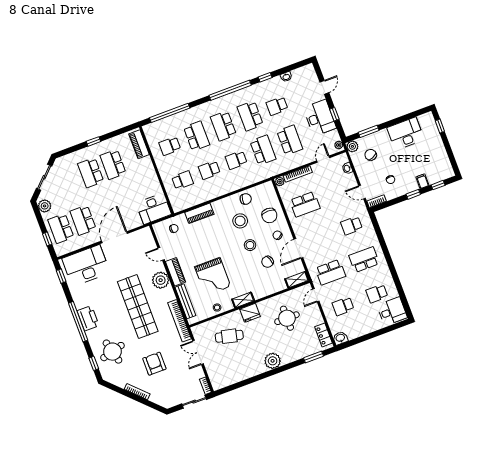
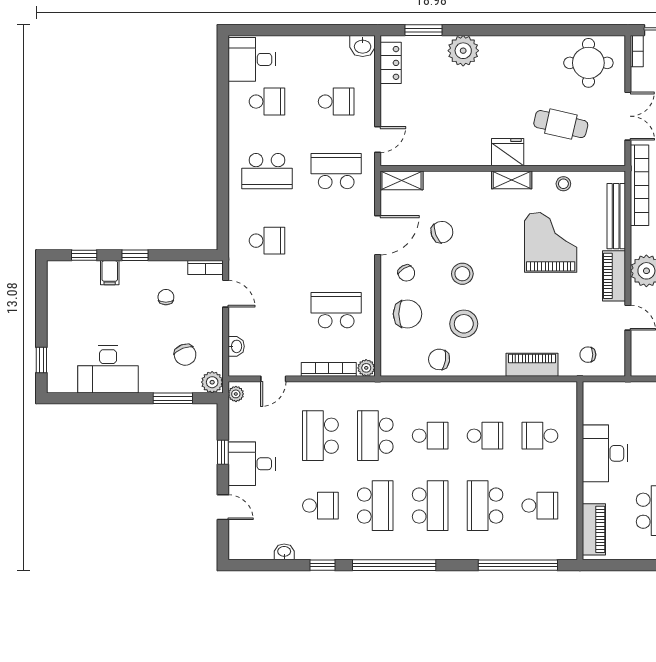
door: (324, 87) -> (223, 507), swing flipped
desk: (320, 118) -> (252, 464), width x0.73
desk: (154, 209) -> (605, 453), moved, turned -90
chair: (269, 215) -> (408, 314), turned 90
round table: (287, 318) -> (588, 63), moved
plant: (273, 361) -> (463, 51), moved

